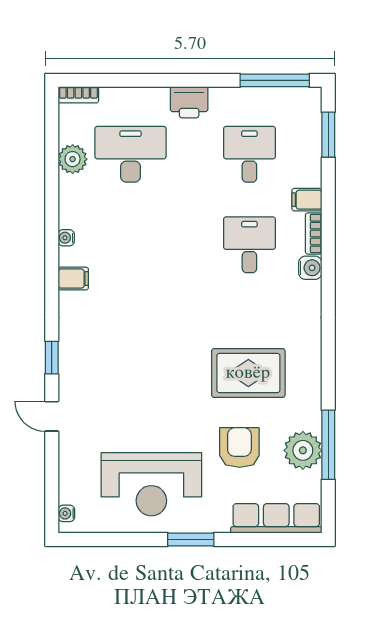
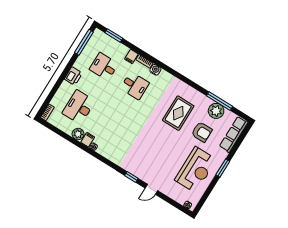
plant: (73, 159) -> (78, 134), moved
desk: (249, 245) -> (135, 86), turned 180
filing cabinet: (73, 279) -> (88, 140), moved
armchair: (239, 448) -> (202, 132), turned 180

